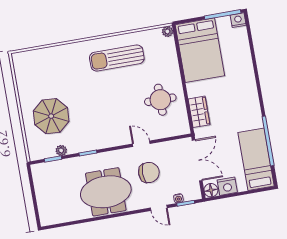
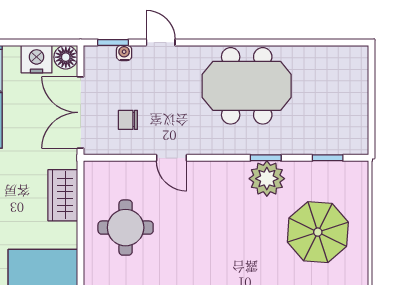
plant: (61, 150) -> (267, 179), moved, width x1.88, depth x1.88
chair: (149, 172) -> (128, 120), moved, width x0.54, depth x0.54

